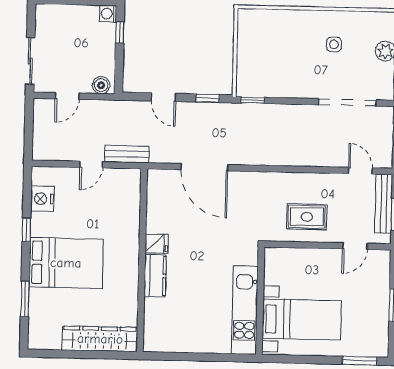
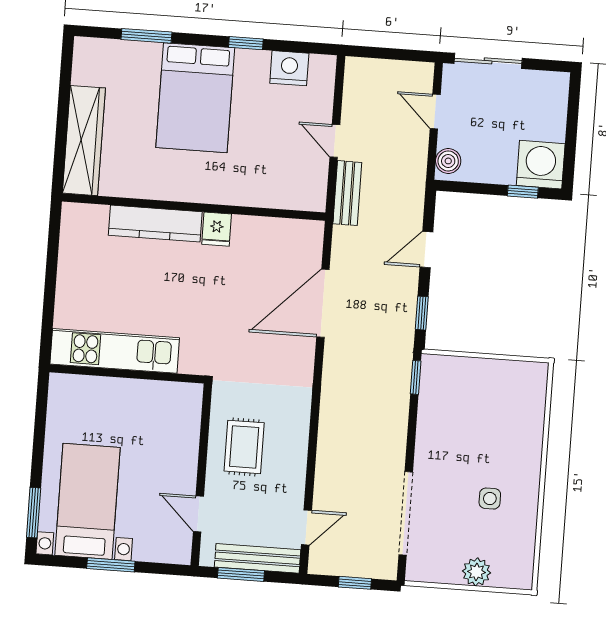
washing machine: (108, 14) -> (541, 165), width x1.89, depth x1.89
kitchen counter: (155, 276) -> (155, 224), width x1.50
bed with nightstands: (302, 320) -> (87, 501), moved, turned 180

